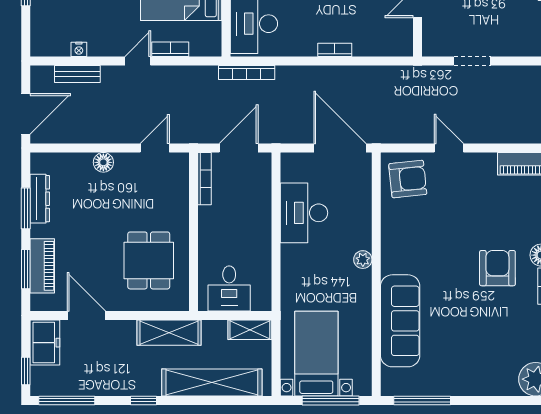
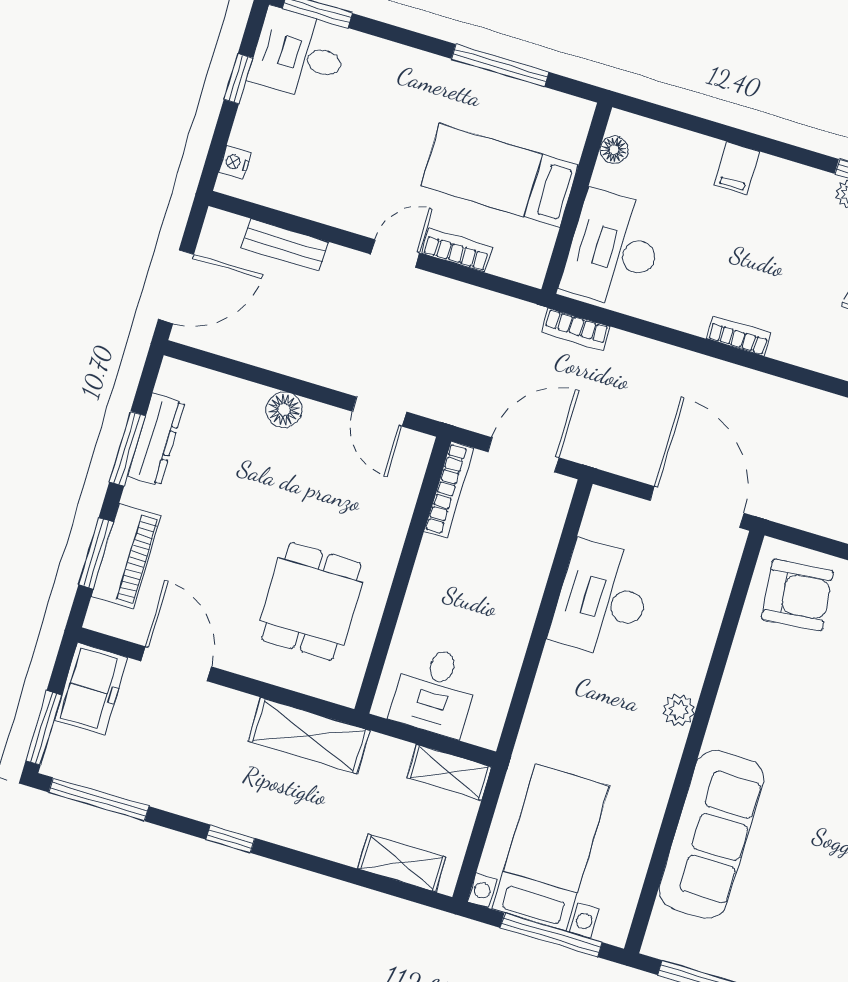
nightstand: (79, 49) -> (235, 162), moved, turned 90
bookcase: (247, 72) -> (576, 329), width x0.64
door: (155, 148) -> (379, 412), swing flipped
window: (26, 371) -> (44, 728), width x1.50
shelving: (212, 382) -> (402, 863), width x0.45, depth x0.75

